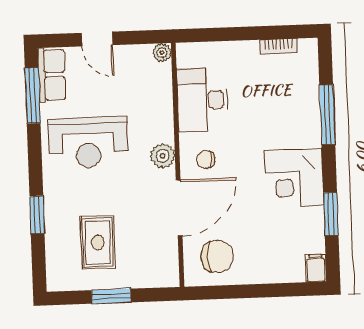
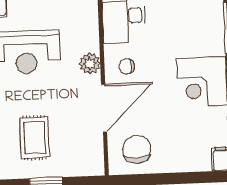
chair: (217, 256) -> (137, 149), turned -90

